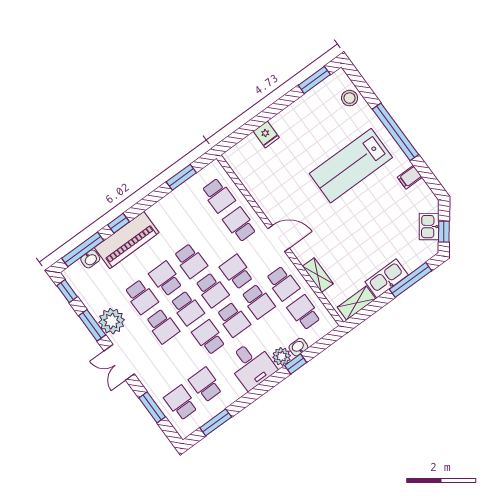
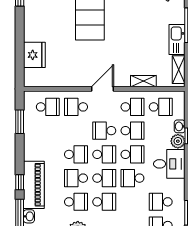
fridge: (266, 134) -> (34, 55), width x1.88, depth x1.34
school desk: (304, 313) -> (161, 107), turned 180

